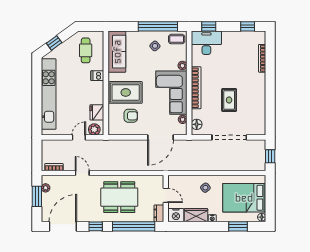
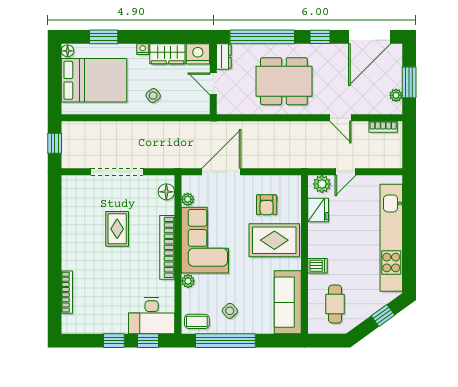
window: (248, 26) -> (114, 341), moved
armchair: (131, 116) -> (267, 205), turned -90

